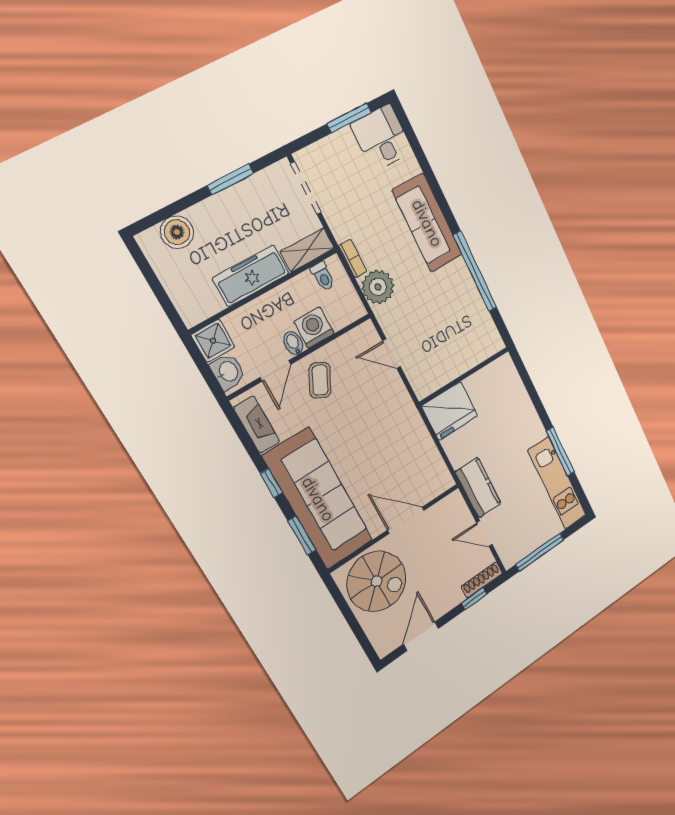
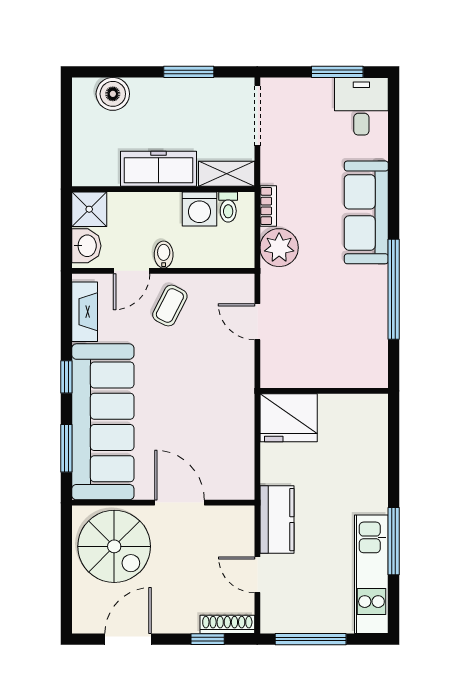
washing machine: (314, 328) -> (199, 209), moved, turned 180

